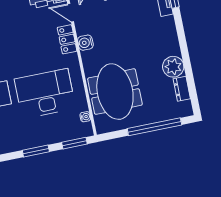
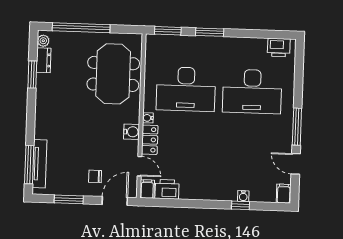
plant: (173, 67) -> (43, 41), moved, width x0.53, depth x0.53
window: (189, 73) -> (32, 74), added
water cooler: (85, 117) -> (148, 118), moved

